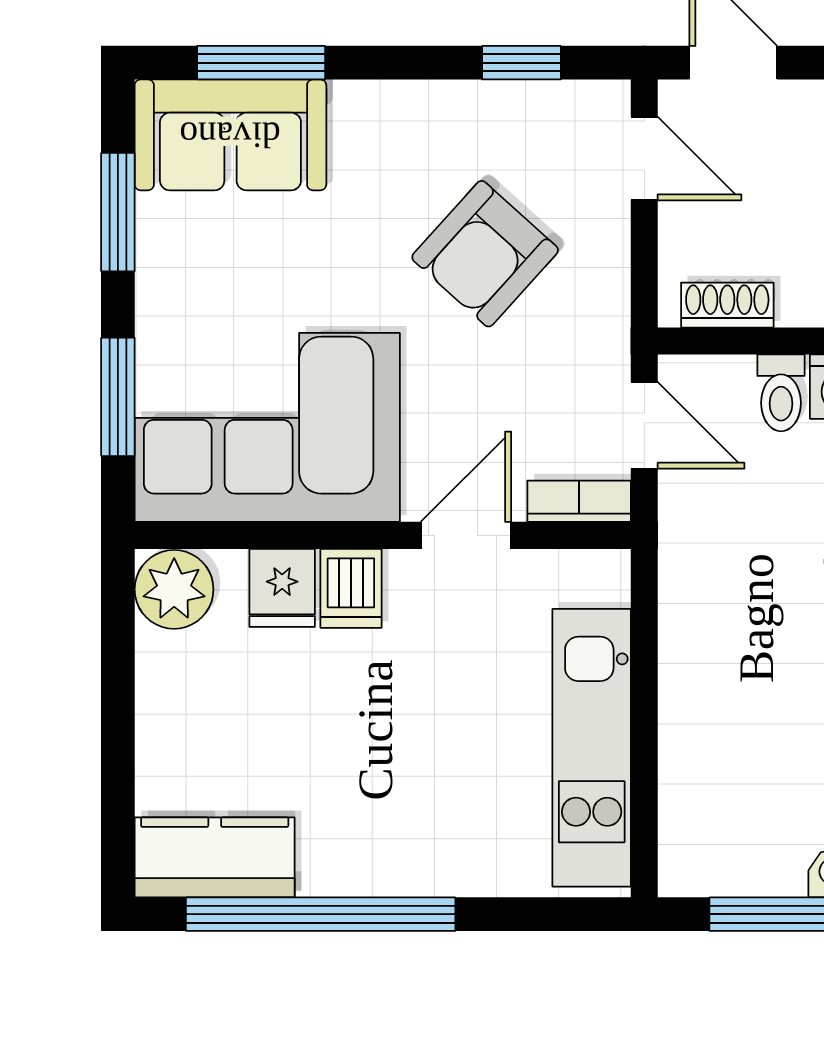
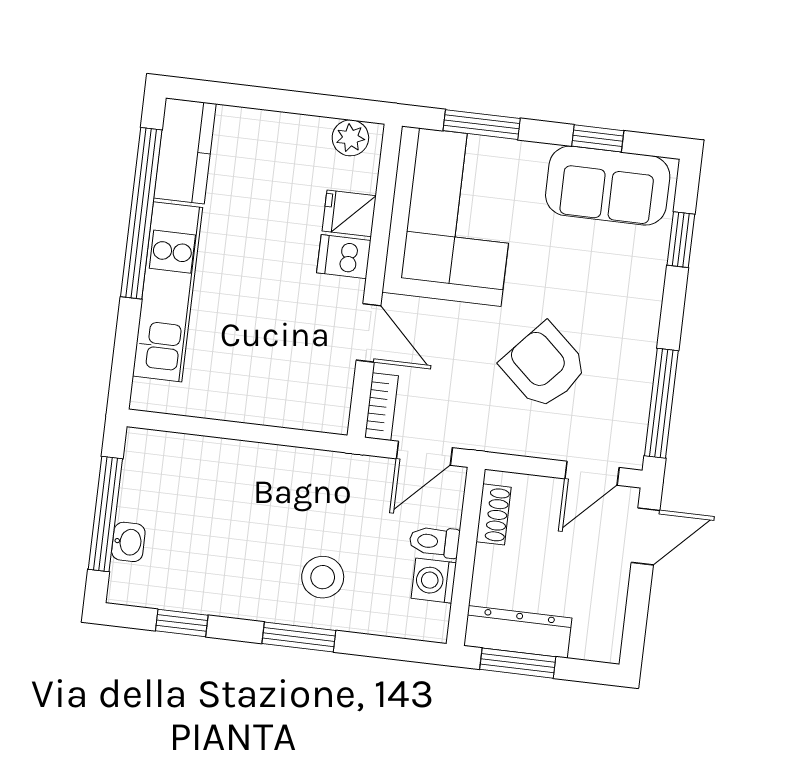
window: (261, 63) -> (681, 240), width x0.67
window: (521, 63) -> (661, 403), width x2.17
sofa: (230, 135) -> (608, 186), moved, turned -90
window: (118, 212) -> (598, 138), width x0.67
plant: (174, 589) -> (350, 138), width x0.73, depth x0.73
kitchen unit: (592, 748) -> (168, 292), moved, turned 90

